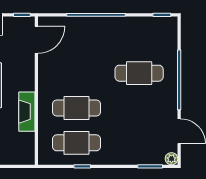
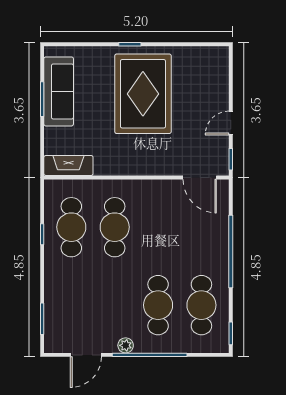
cafe table: (139, 38) -> (201, 305), added
fireplace: (27, 112) -> (68, 165), moved
plant: (171, 159) -> (126, 345), moved

